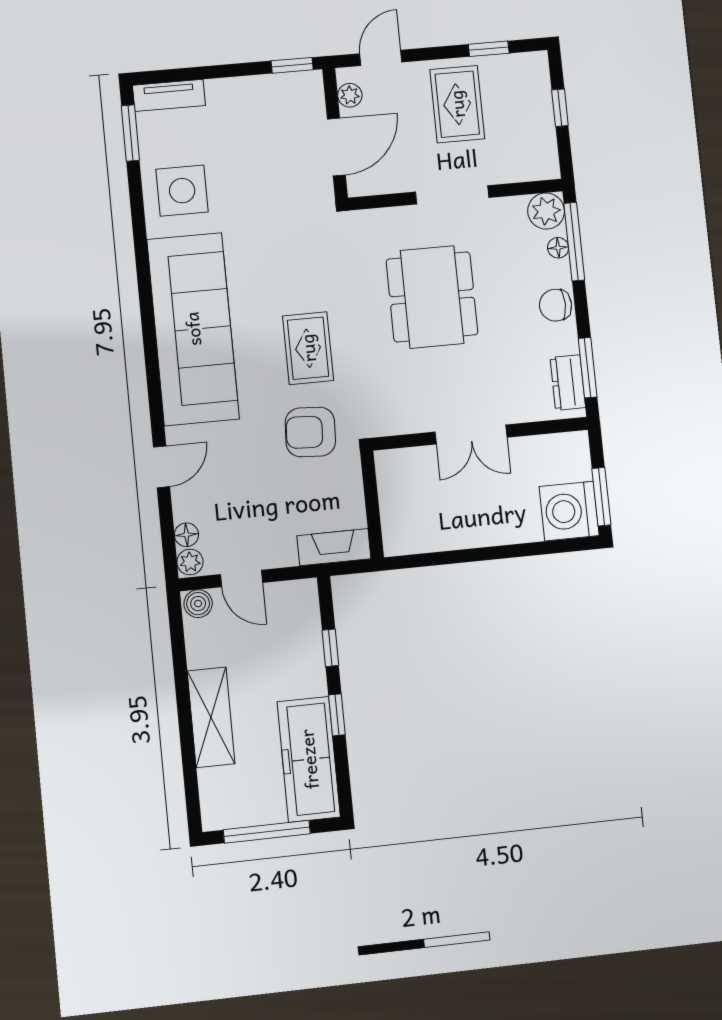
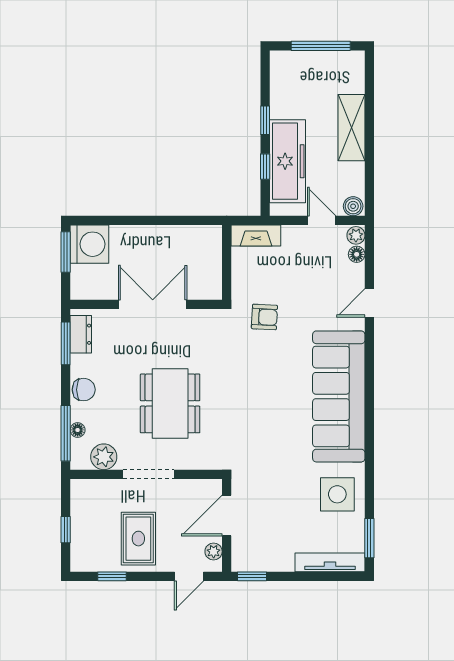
tv unit: (169, 95) -> (330, 562), width x1.41
plant: (546, 211) -> (104, 457), moved
rug: (308, 348) -> (260, 376), removed
armchair: (310, 432) -> (264, 317), width x0.72, depth x0.72
double door: (471, 435) -> (153, 304), width x1.37
freezer: (309, 759) -> (288, 161), moved

